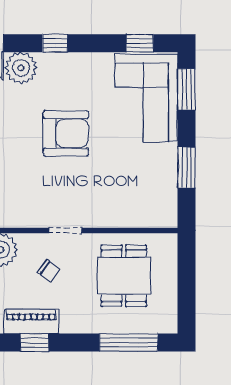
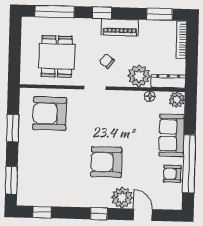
corner sofa: (146, 98) -> (38, 175), removed
armchair: (66, 133) -> (106, 162), moved
armchair: (132, 190) -> (50, 113), added
window: (35, 343) -> (102, 13), moved

